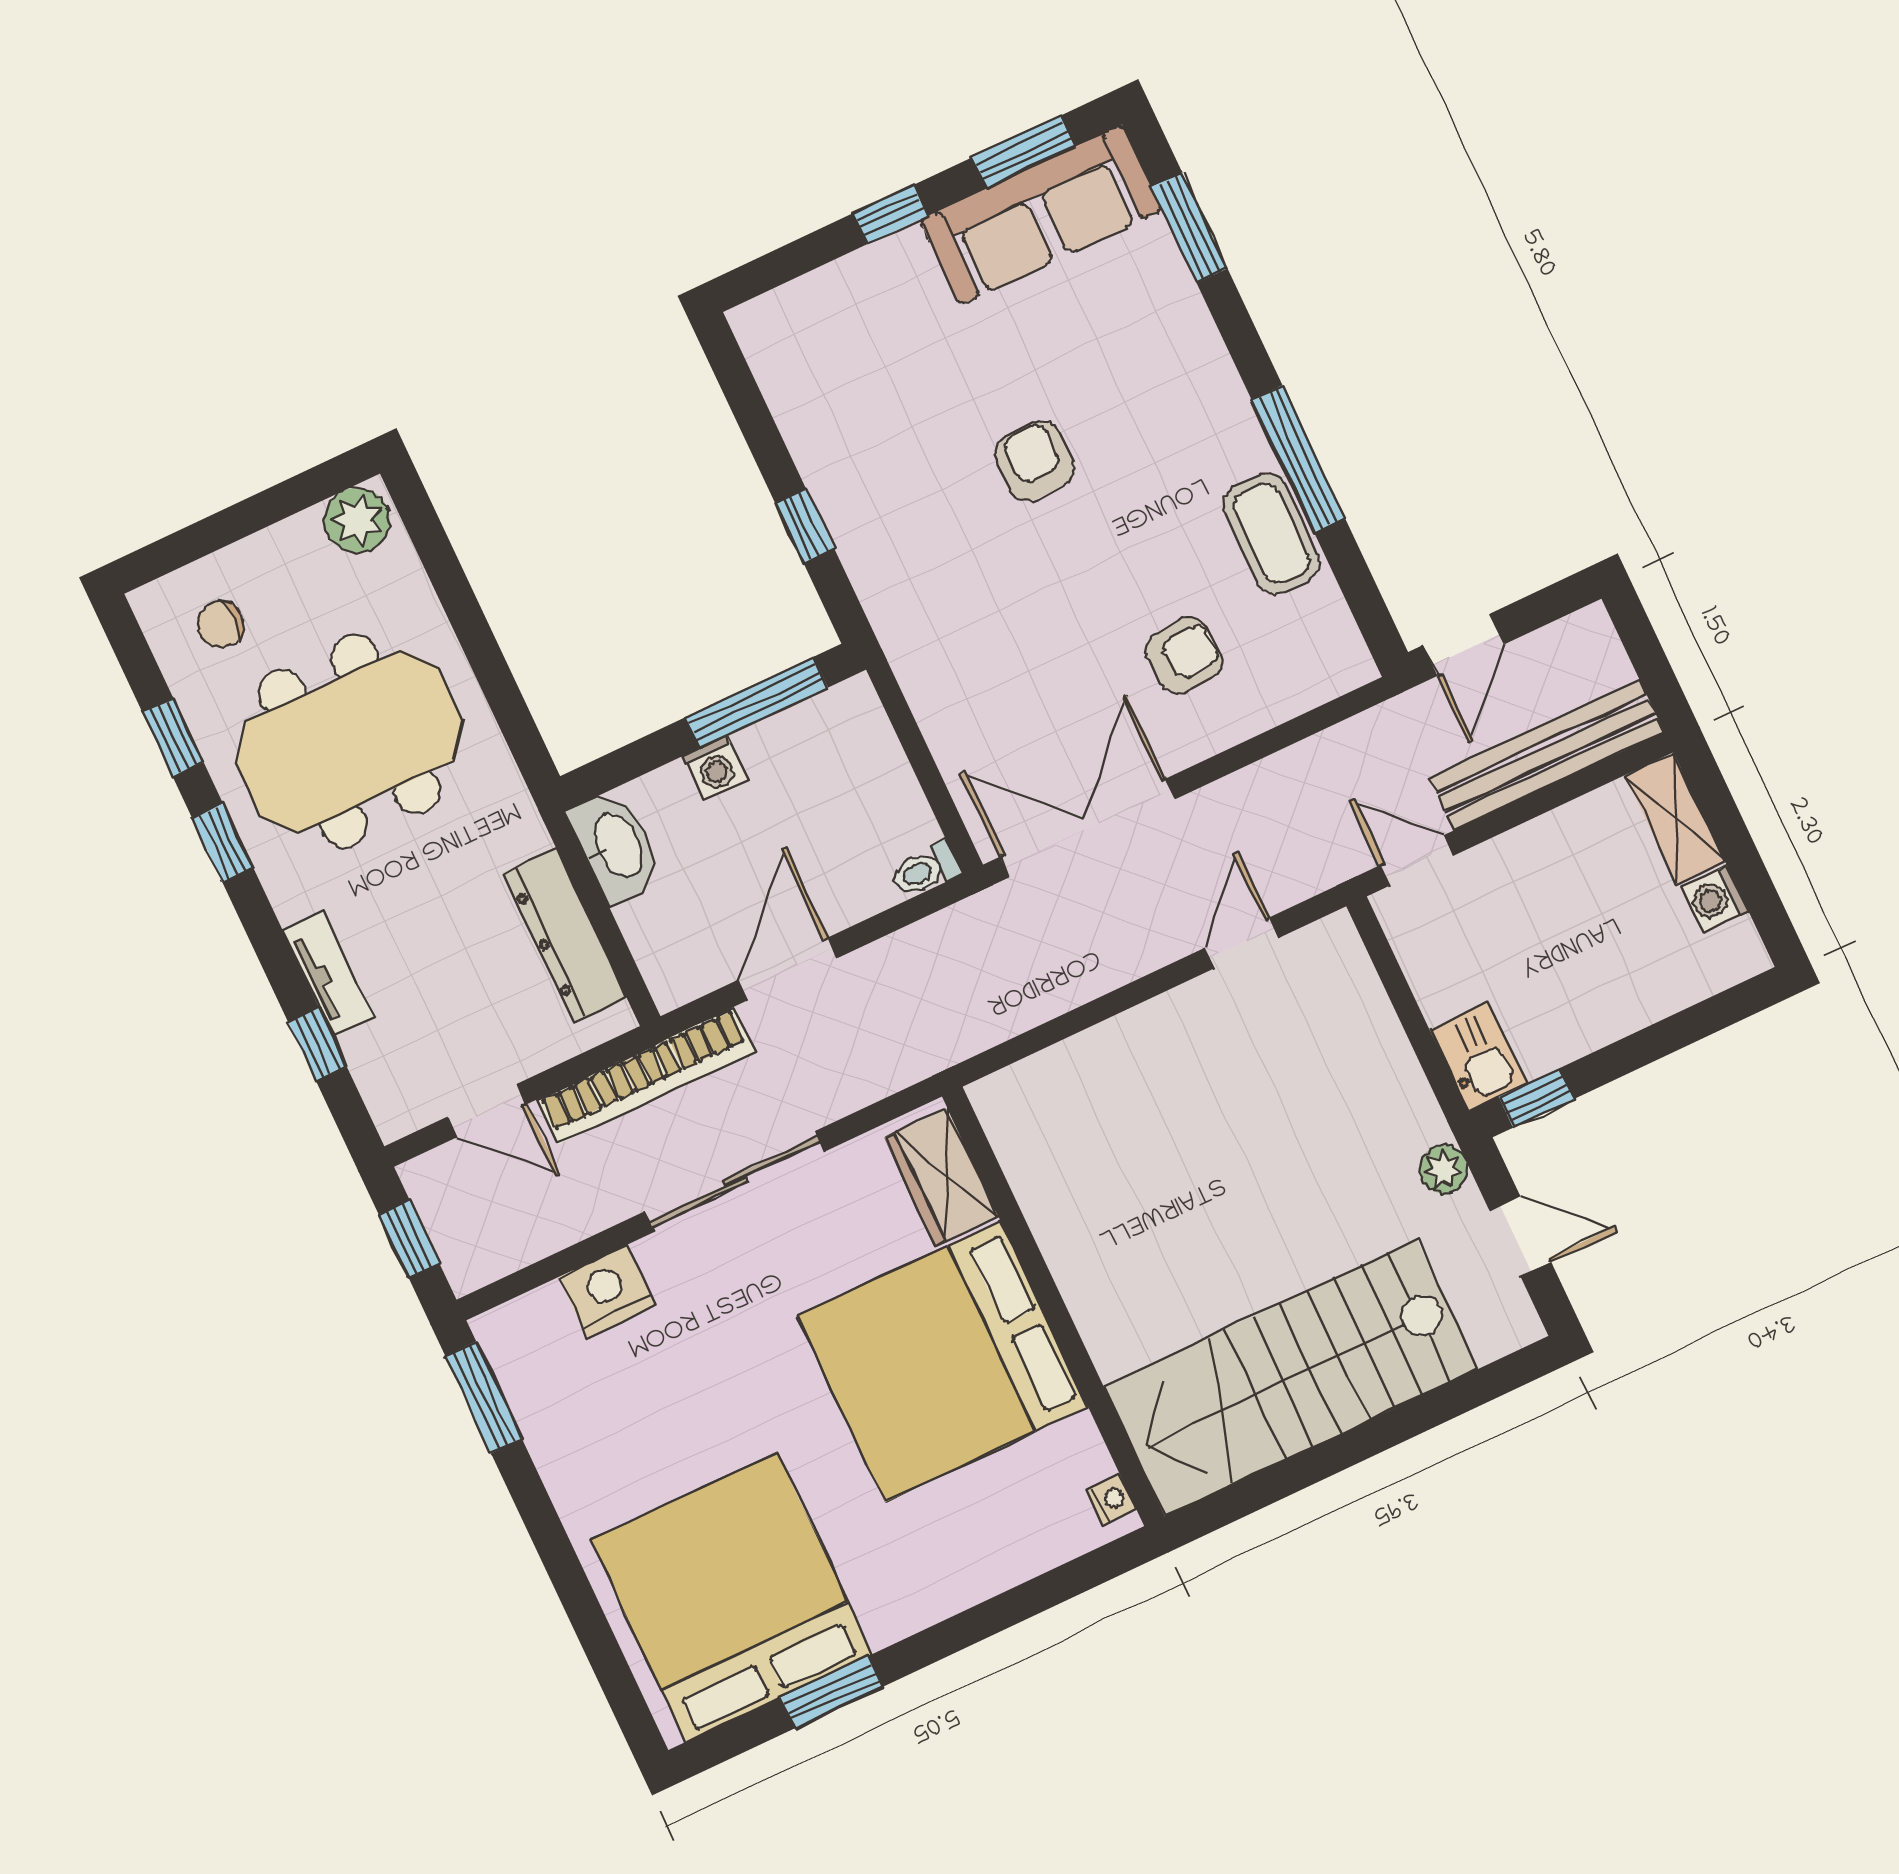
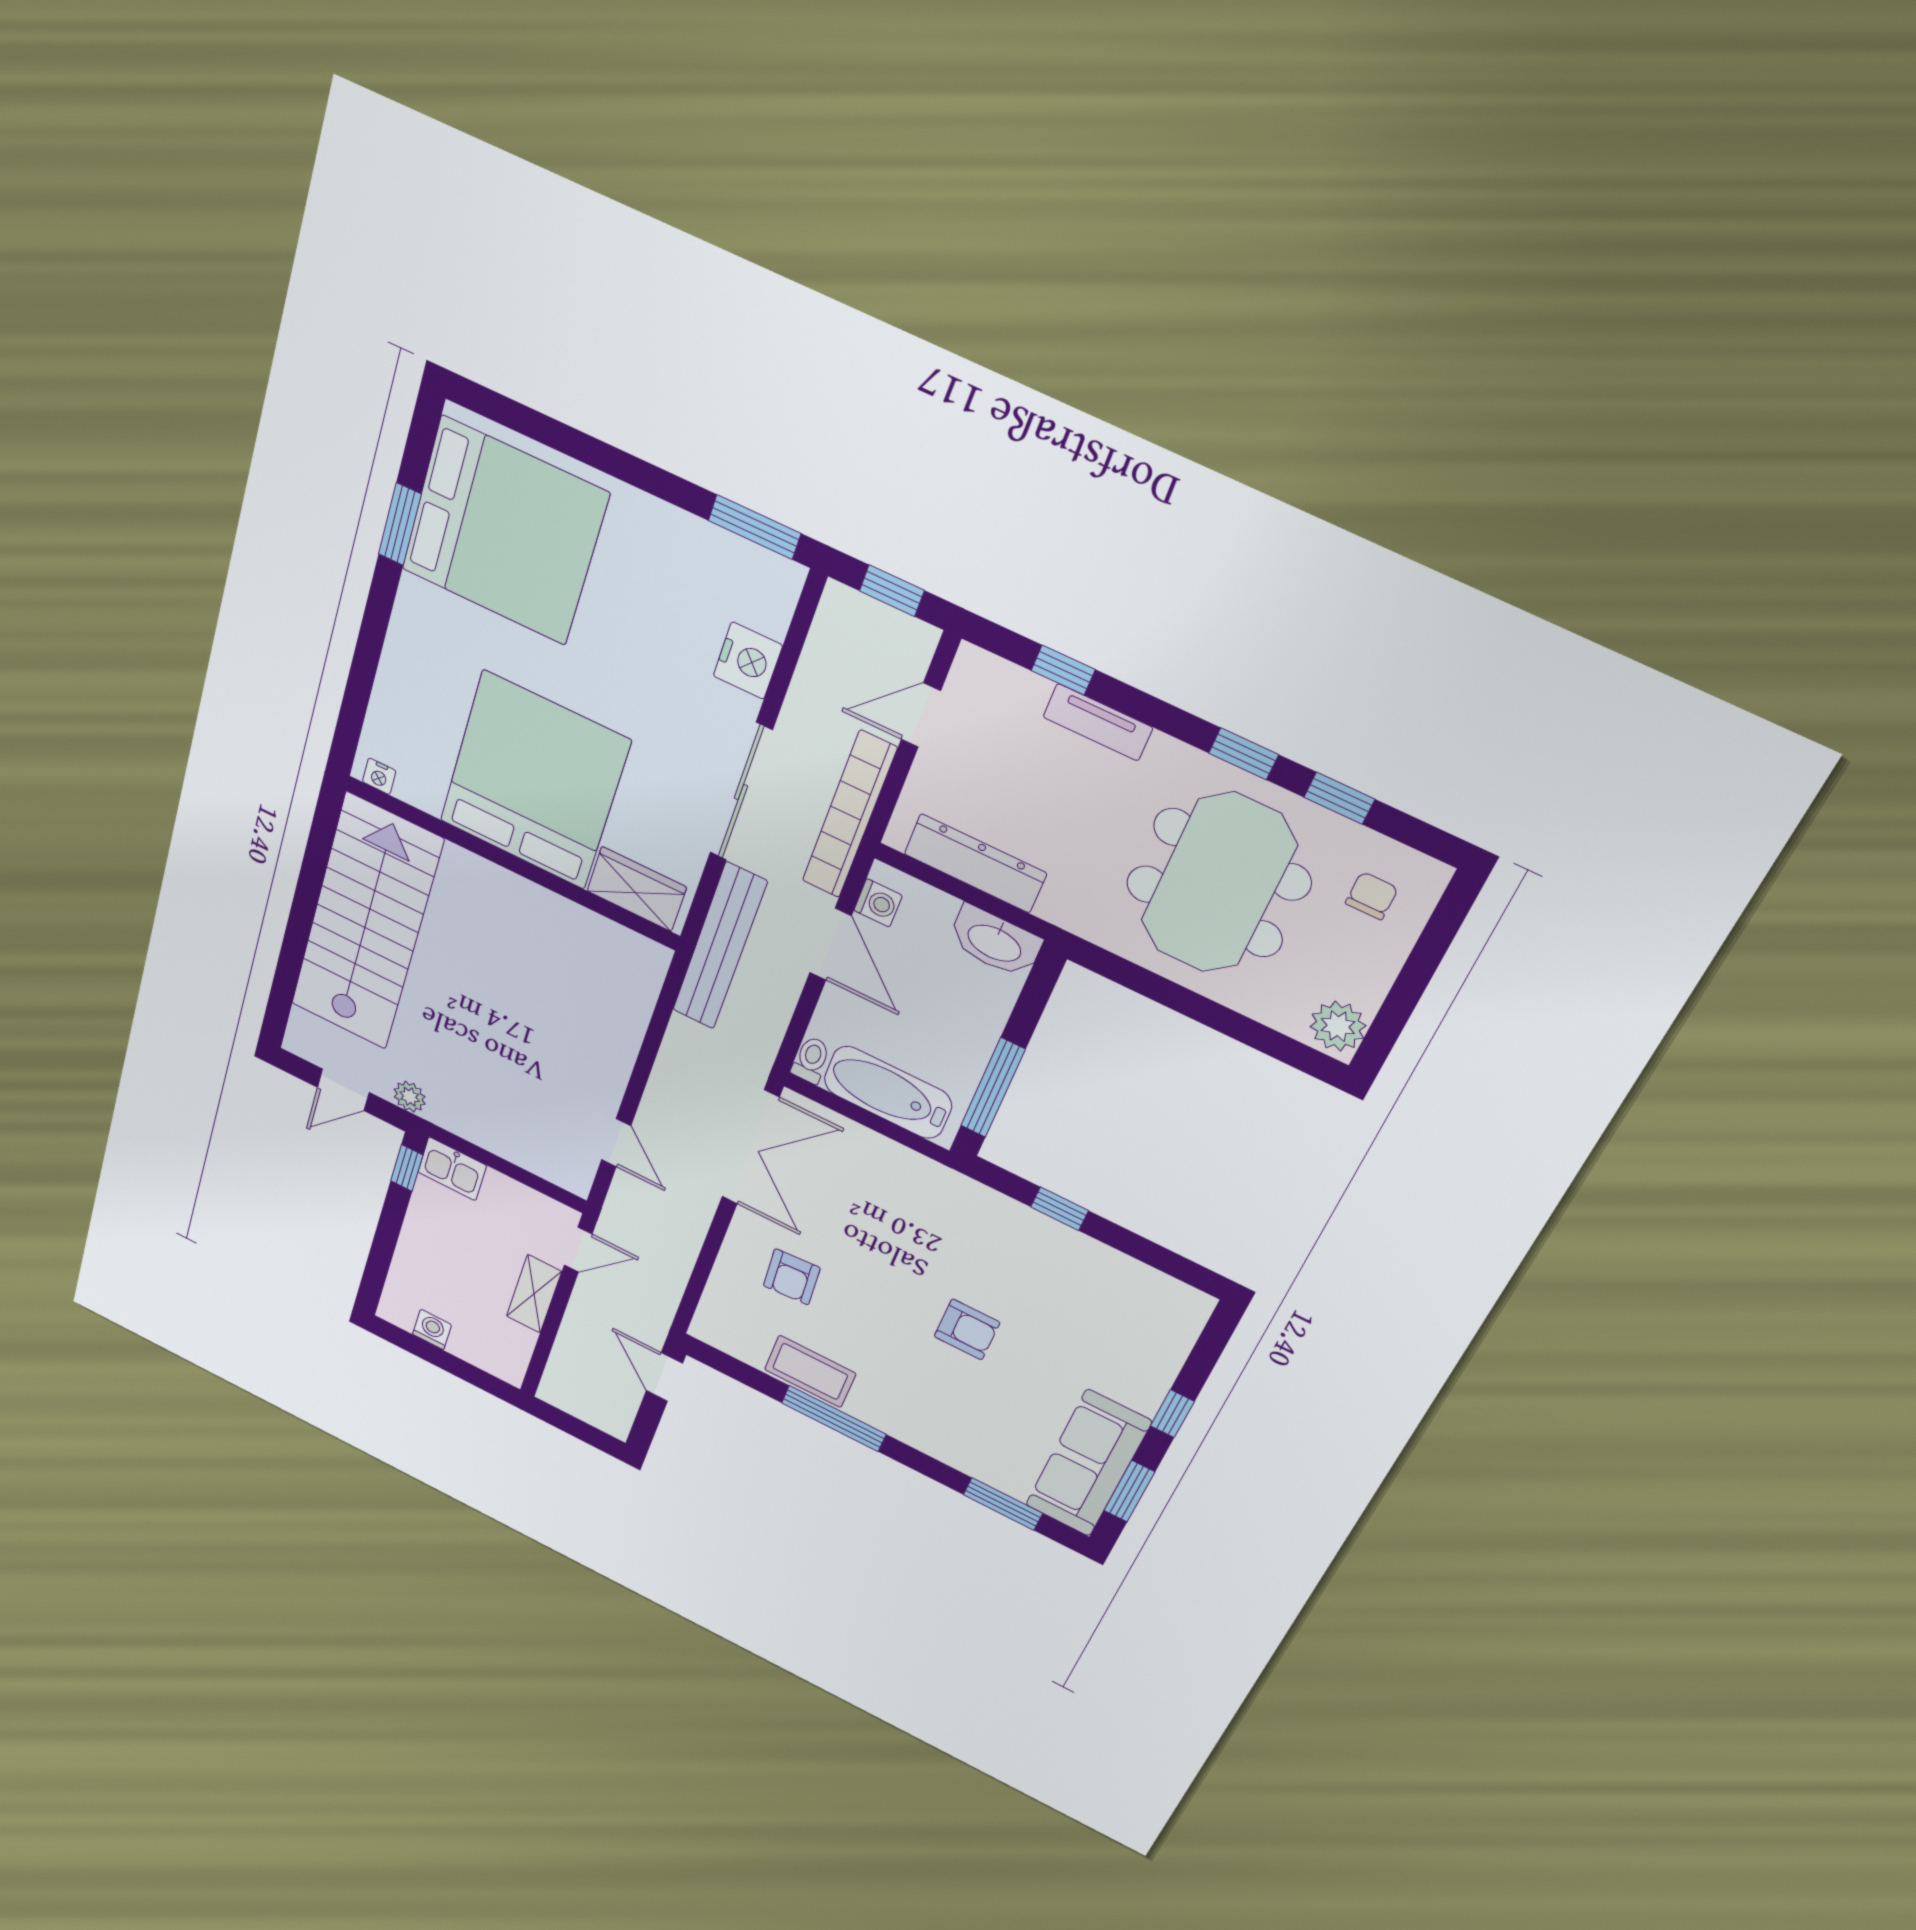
bench: (1547, 755) -> (720, 946), moved
washing machine: (715, 768) -> (878, 903), moved, turned 180
bathtub: (874, 777) -> (888, 1092), added
shelving: (1675, 819) -> (534, 1294), moved, turned 90

